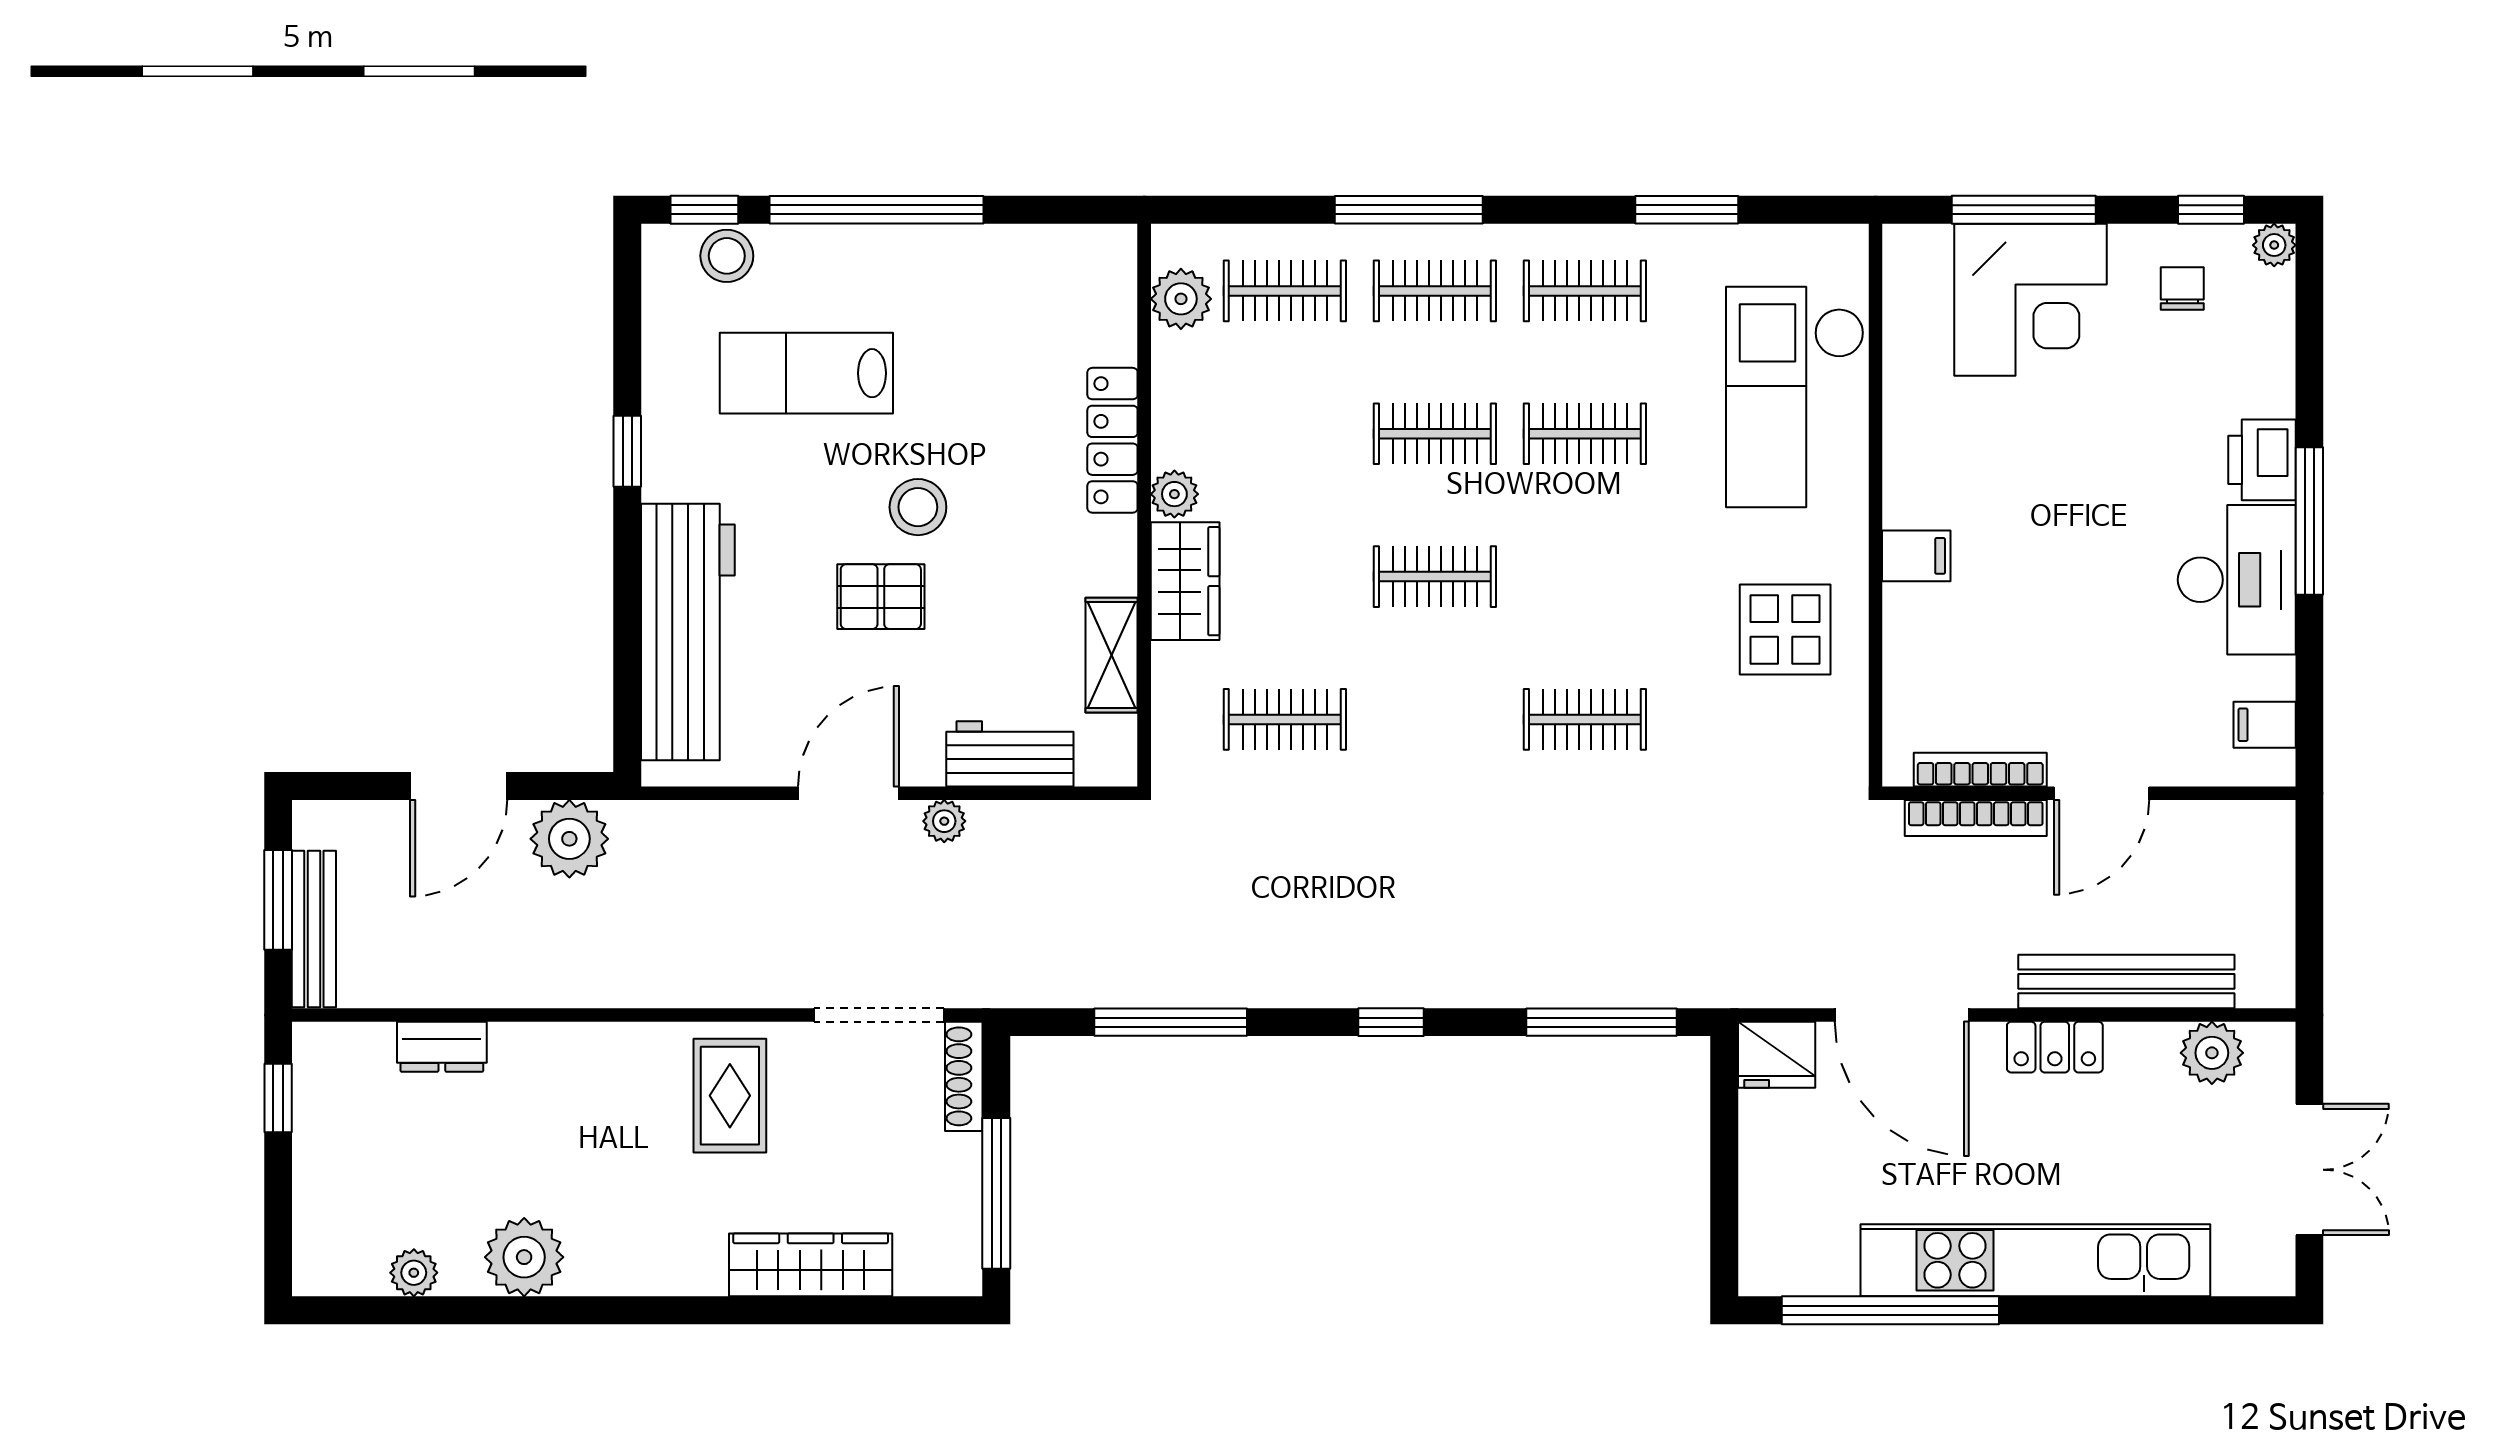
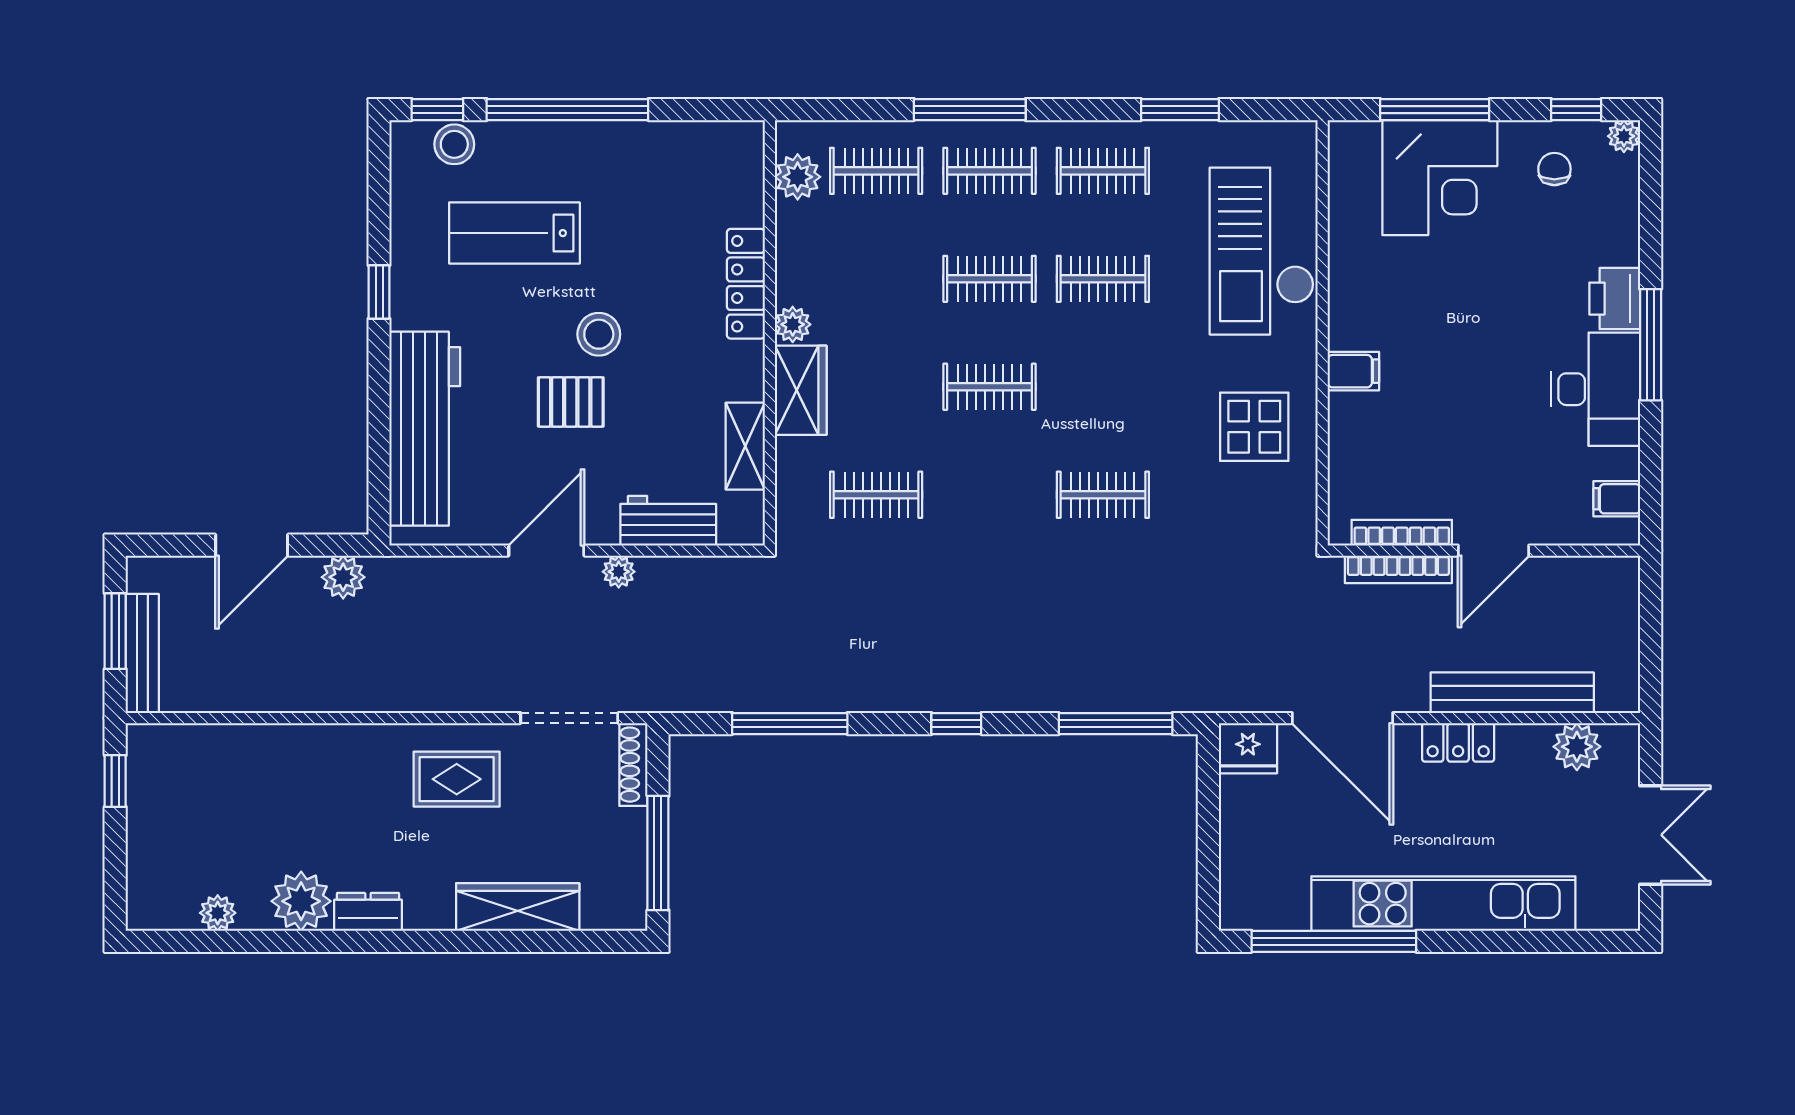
plant: (569, 839) -> (343, 577), width x0.73, depth x0.73
dresser: (442, 1047) -> (368, 912), moved, turned 180
rug: (730, 1096) -> (457, 779), turned 90

